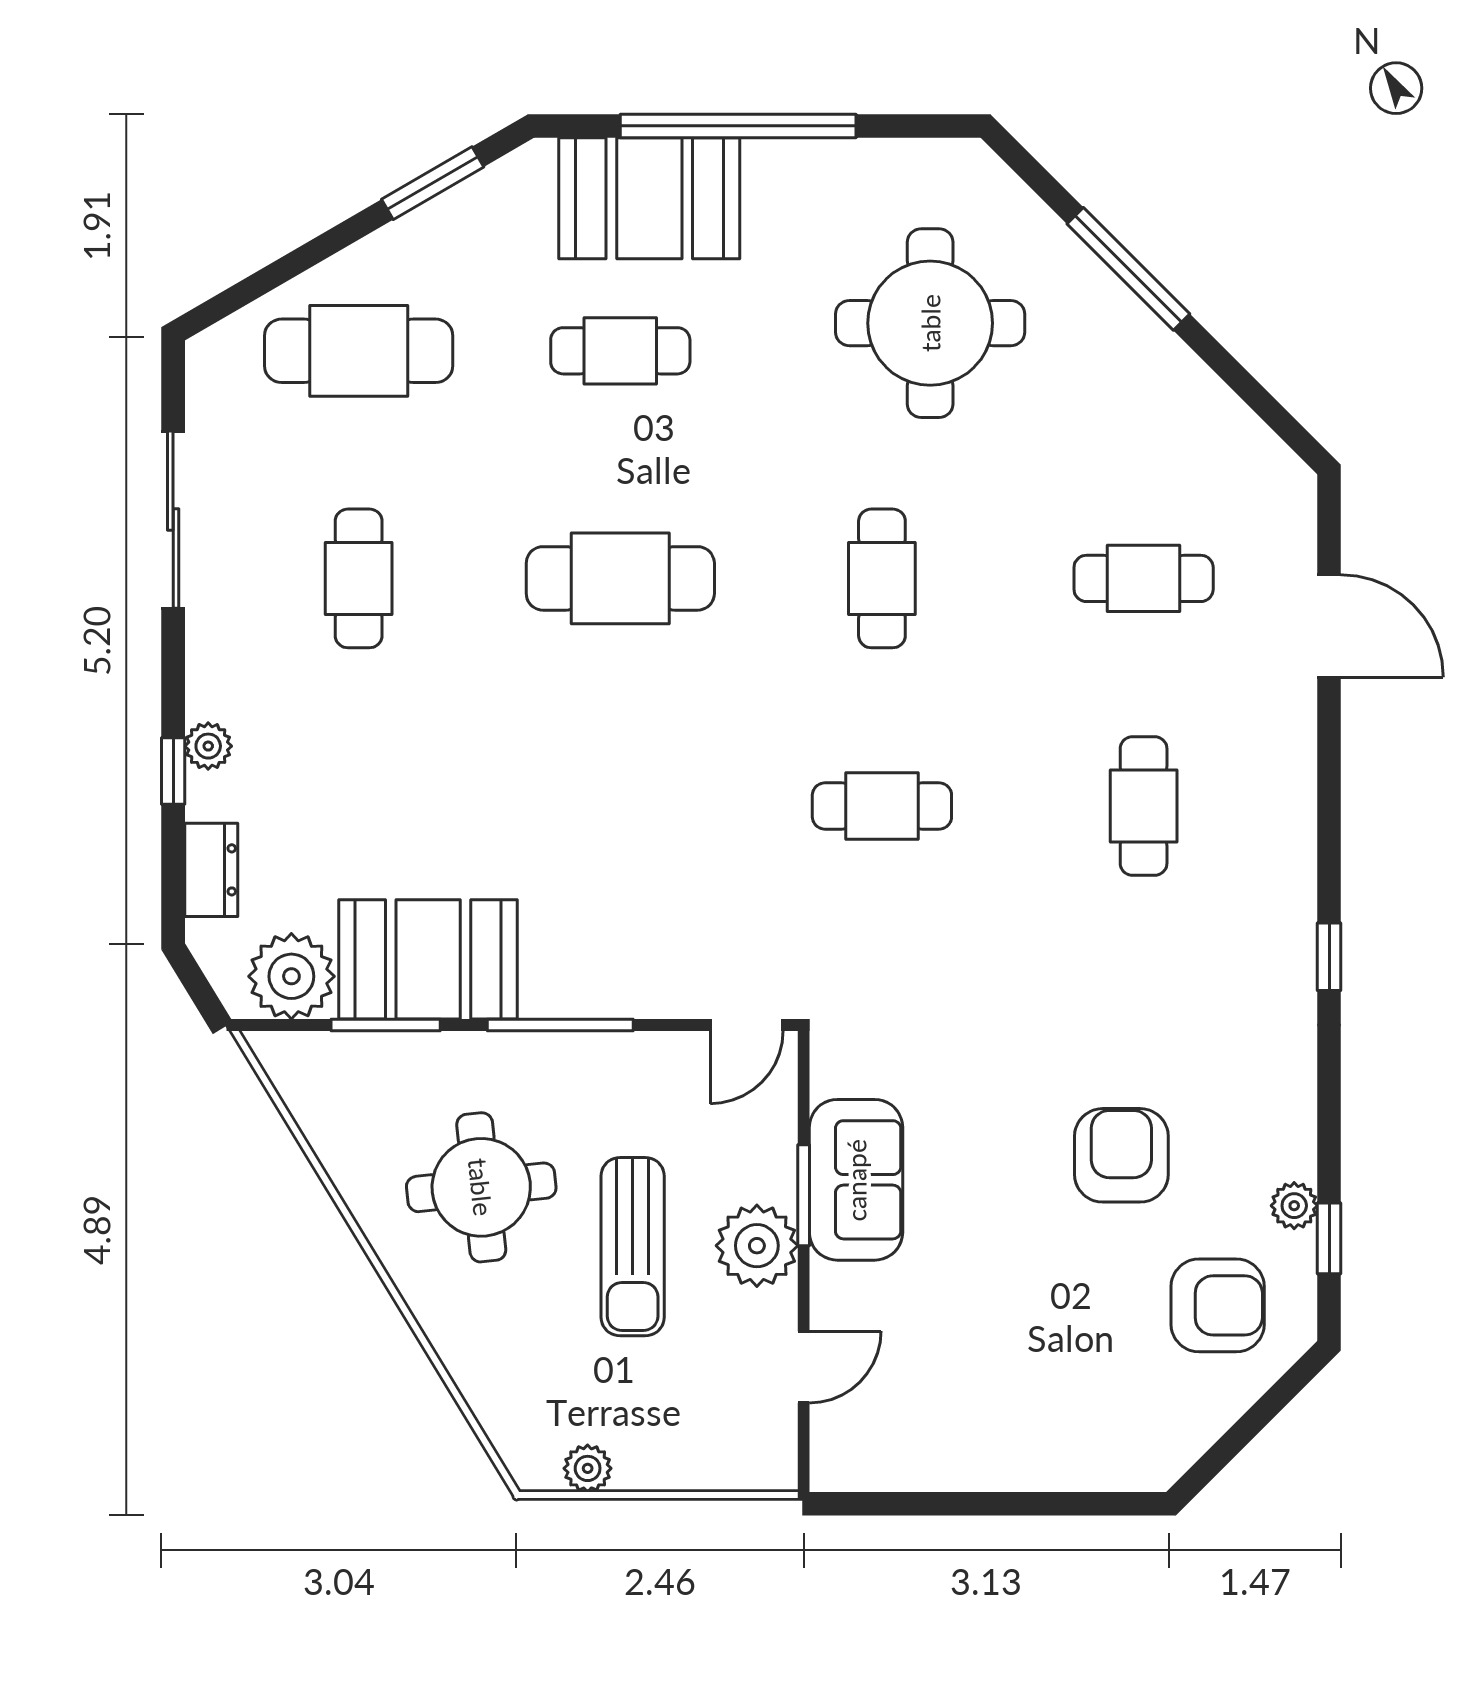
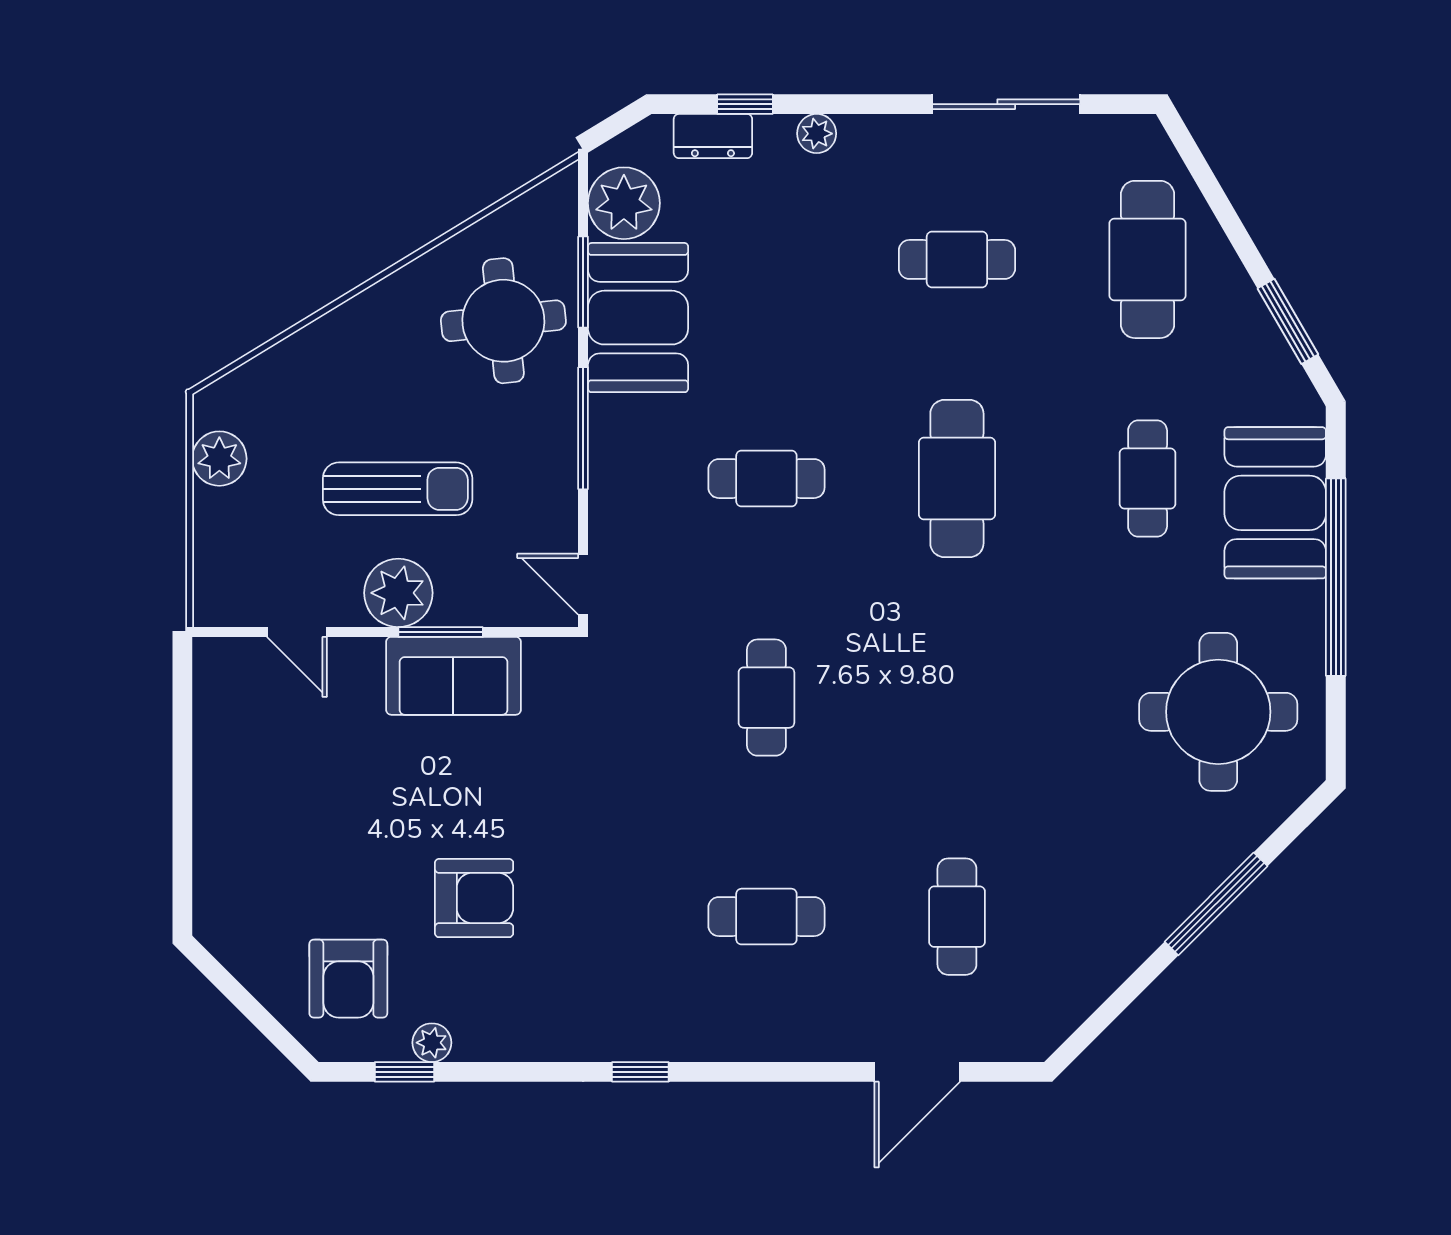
round table: (930, 323) -> (1218, 712), moved
cafe table: (882, 578) -> (766, 479), moved
window: (173, 771) -> (745, 104), moved
round table: (481, 1187) -> (503, 321), moved
sun lounger: (633, 1247) -> (398, 489), turned 180
plant: (588, 1468) -> (219, 459), width x1.38, depth x1.38

